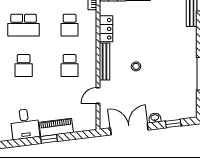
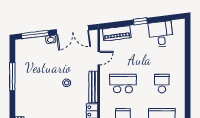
school desk: (70, 65) -> (123, 84), width x1.85
window: (173, 123) -> (35, 34), width x2.17
piano: (56, 127) -> (117, 33), moved

